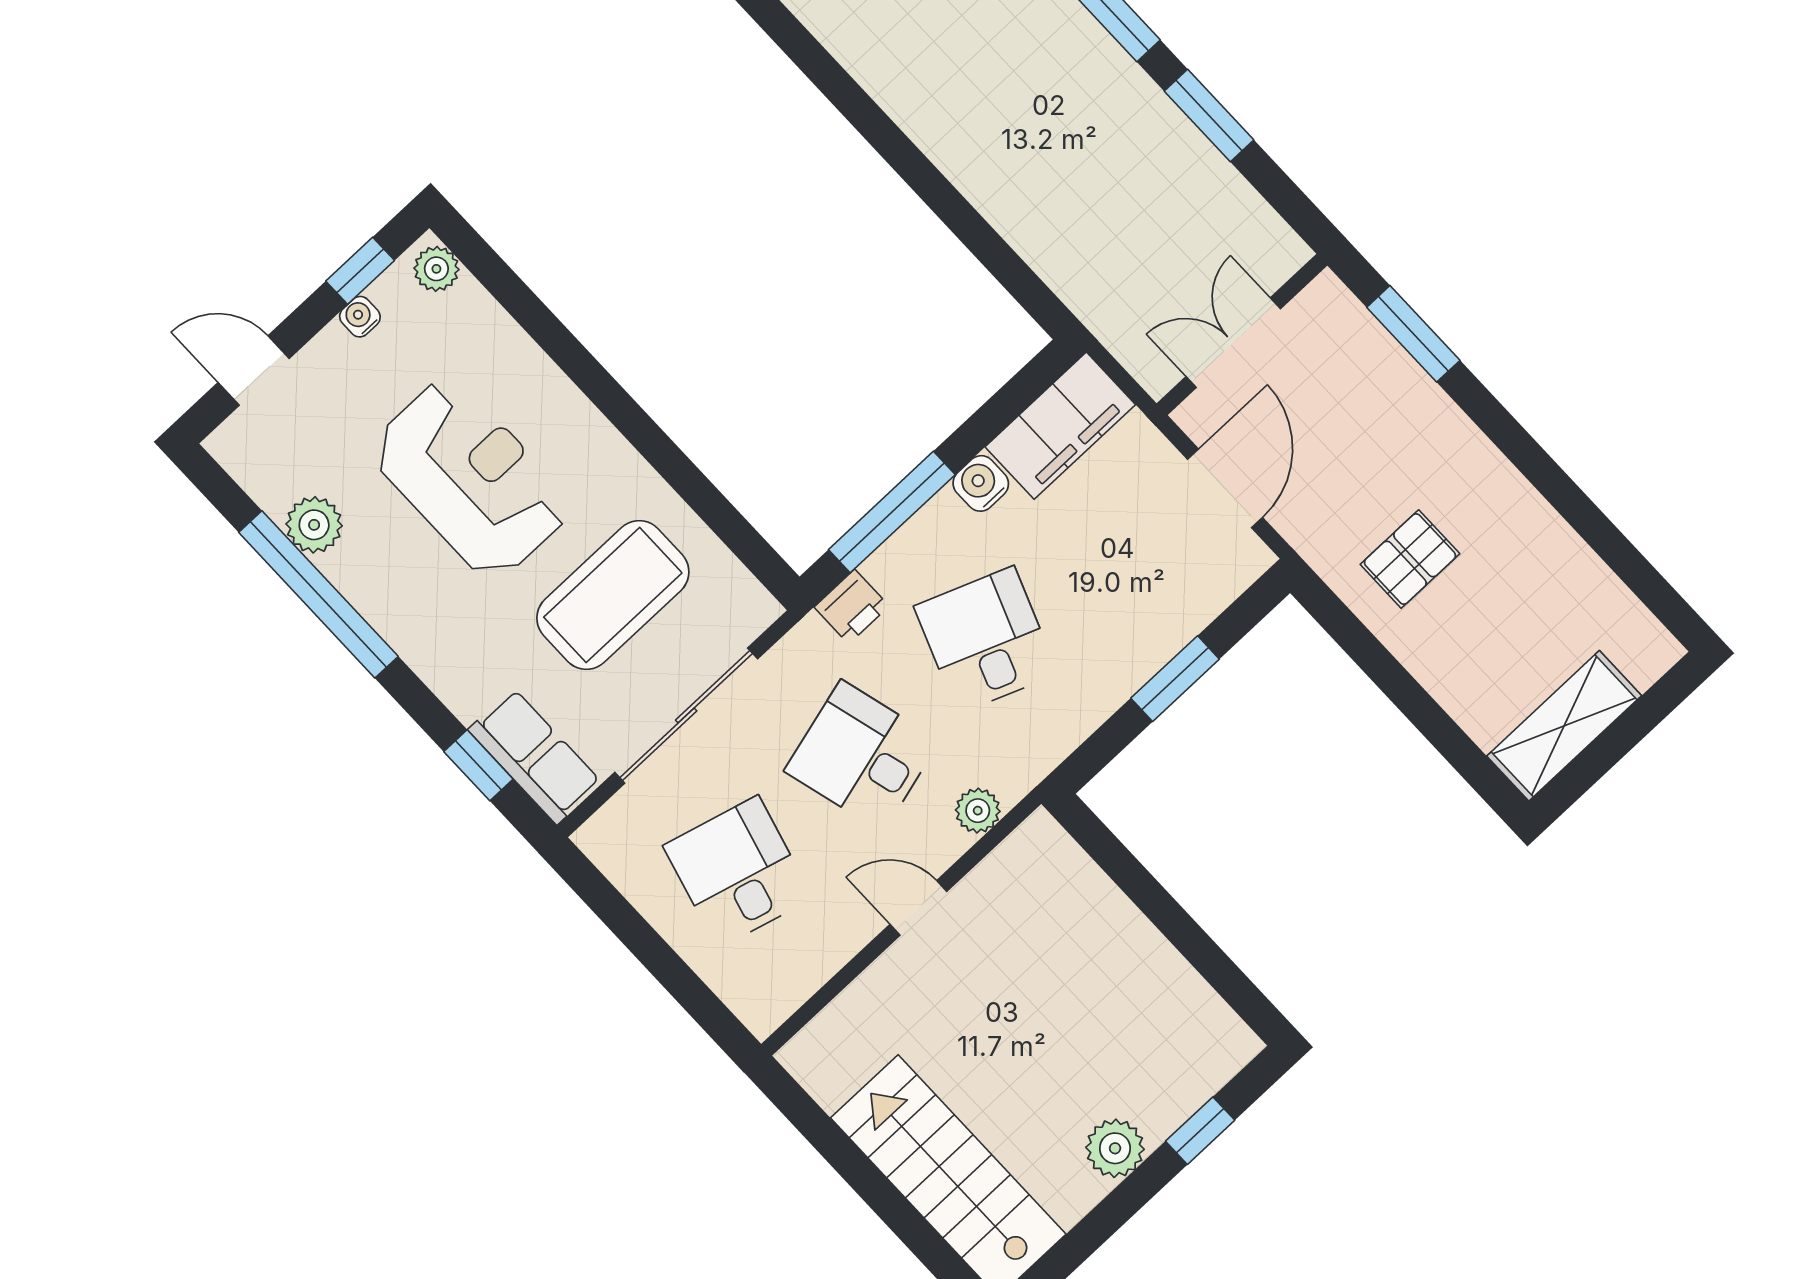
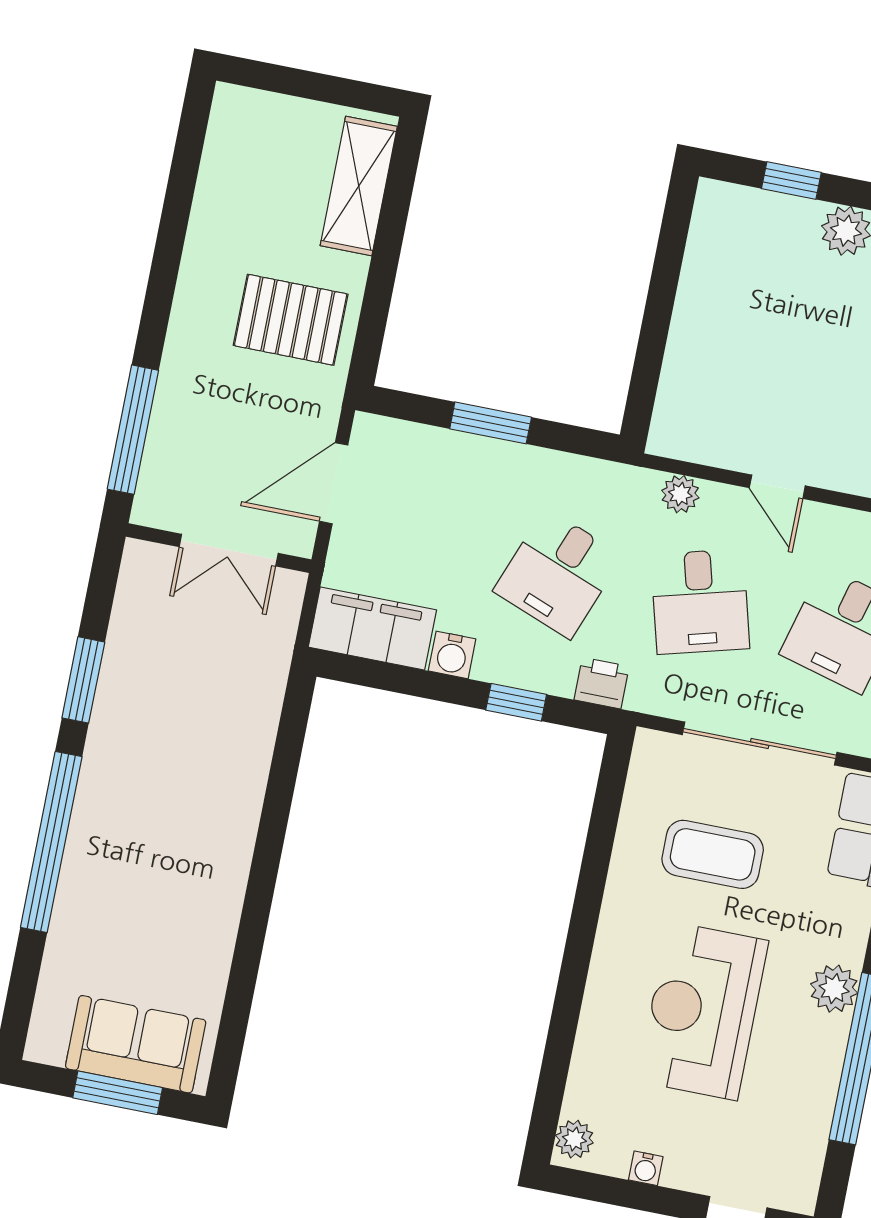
window: (360, 271) -> (614, 1191), removed
window: (1413, 334) -> (133, 430), width x1.44
window: (892, 512) -> (516, 702), width x0.46
plant: (314, 525) -> (834, 989), moved
pallet: (1410, 559) -> (291, 320), width x1.50, depth x1.42
coffee table: (613, 595) -> (713, 854), width x0.73, depth x0.76
shelving: (1564, 726) -> (359, 186), moved, turned 90

